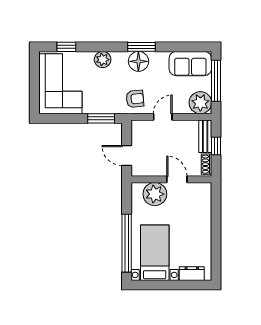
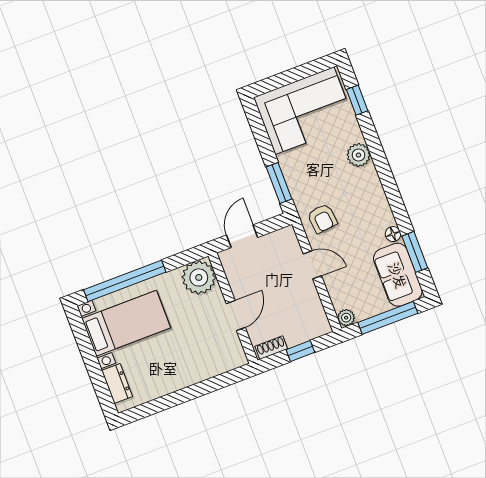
window: (141, 47) -> (415, 252), moved
floor lamp: (138, 61) -> (393, 234), moved, width x0.53, depth x0.53
plant: (200, 103) -> (346, 318), width x0.53, depth x0.53
bench: (205, 136) -> (308, 332), removed
plant: (155, 194) -> (199, 277), moved

